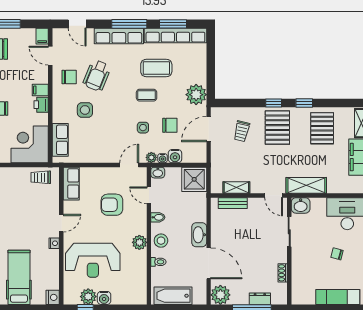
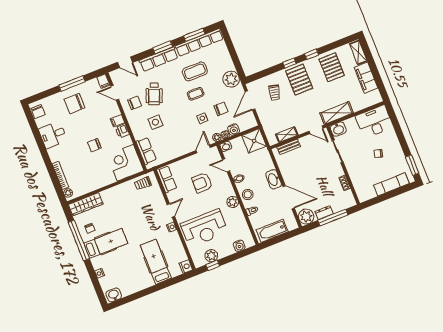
window: (129, 24) -> (163, 47), width x0.69
water cooler: (104, 298) -> (239, 246), moved
dresser: (260, 299) -> (324, 213), moved

